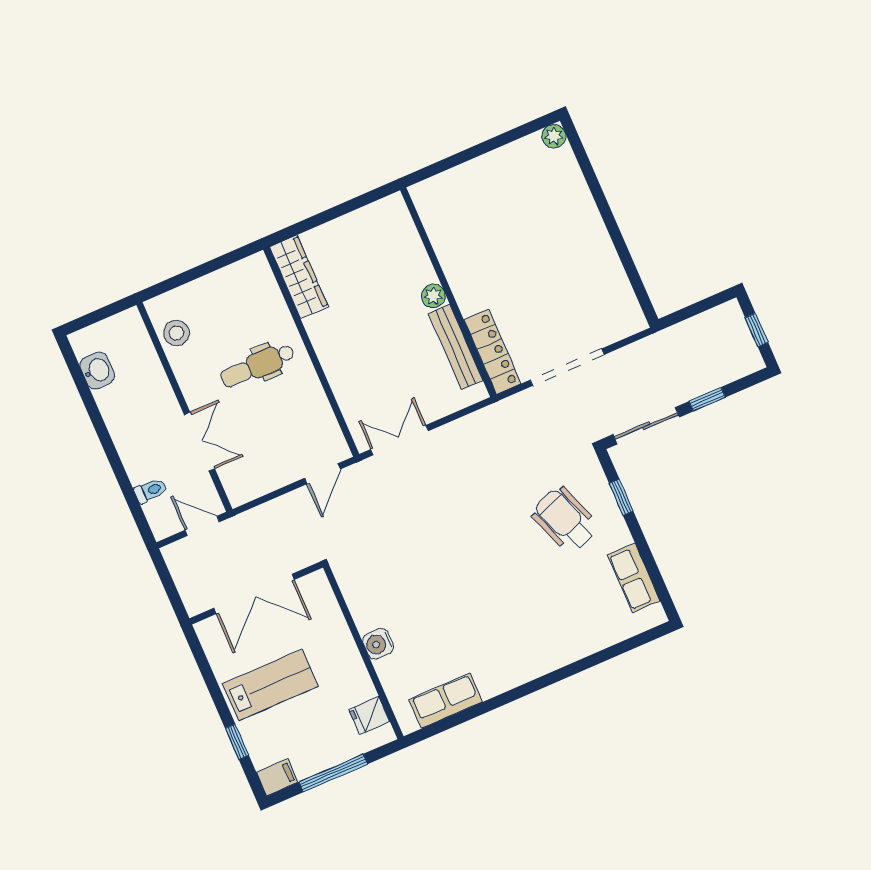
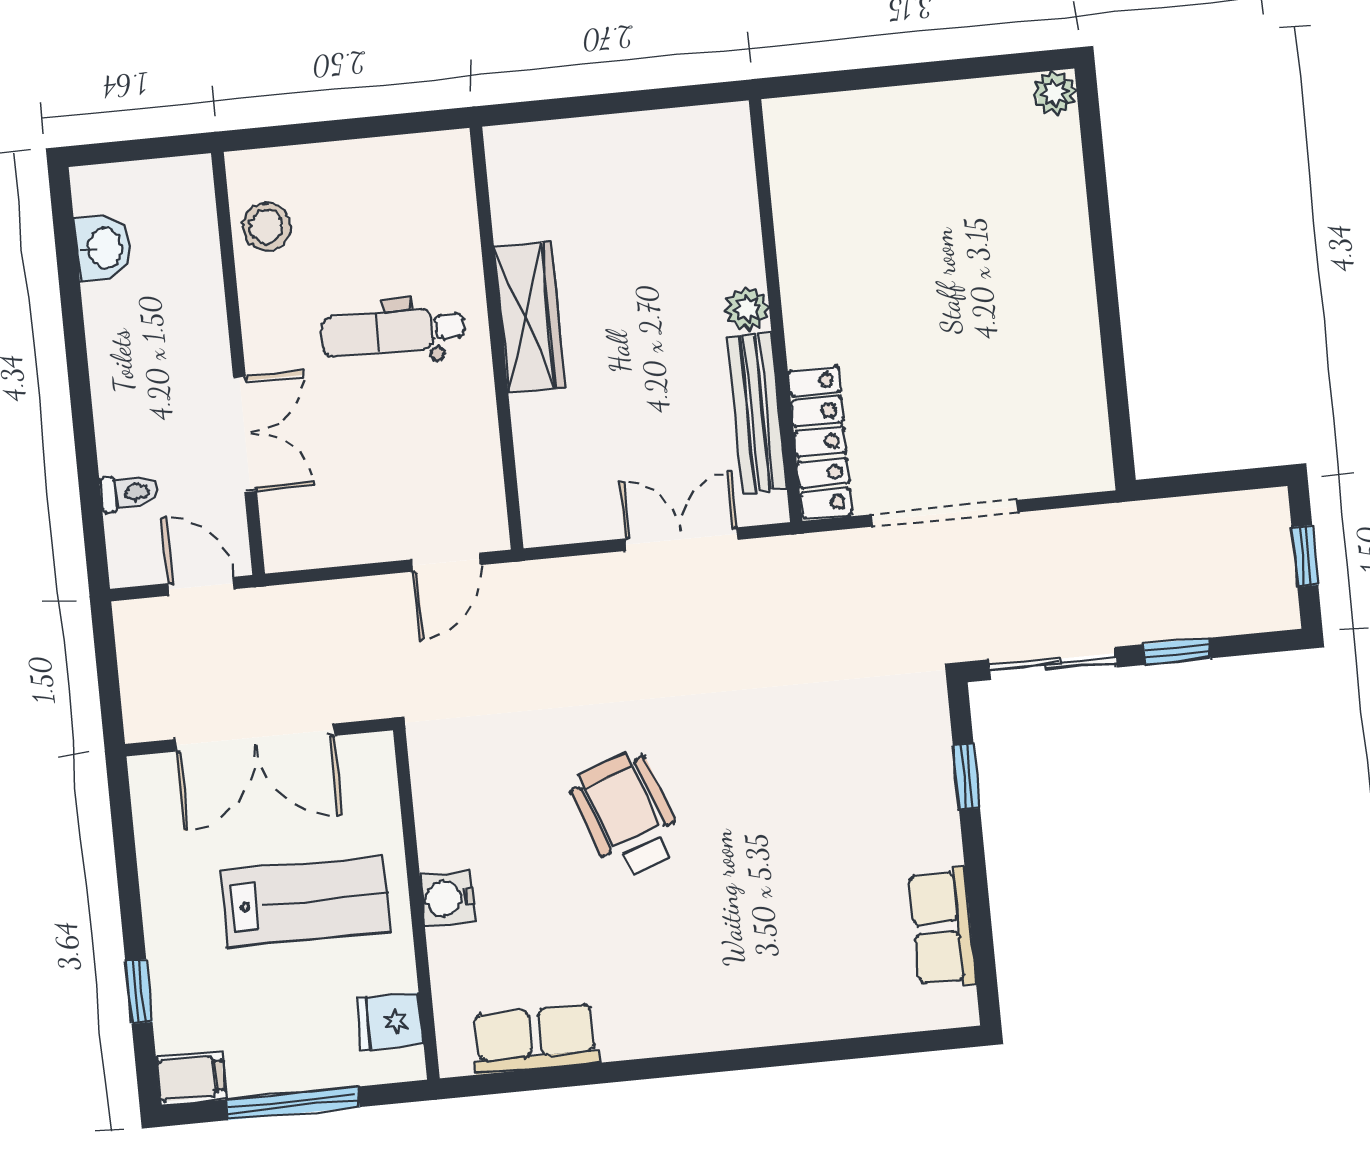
wardrobe: (299, 277) -> (529, 317), moved
double door: (399, 440) -> (682, 539), moved
wheelchair: (565, 520) -> (627, 815), moved
lab bench: (270, 685) -> (305, 901), moved

